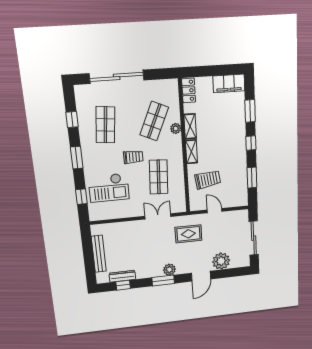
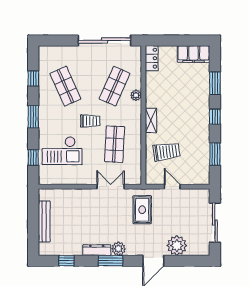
sliding door: (117, 77) -> (104, 40), moved
shop shelf: (105, 125) -> (65, 86), turned -30
shelving: (190, 126) -> (151, 94), removed
rug: (188, 234) -> (142, 210), turned 90
dresser: (122, 276) -> (97, 250), moved

